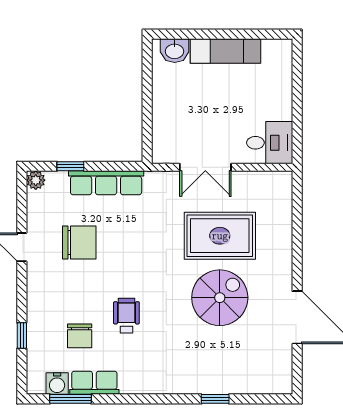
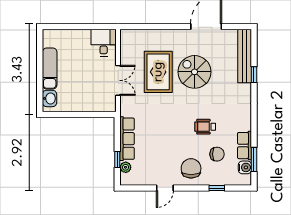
plant: (36, 180) -> (126, 167), moved
chair: (79, 243) -> (191, 168), moved
bench: (247, 383) -> (245, 56), added

